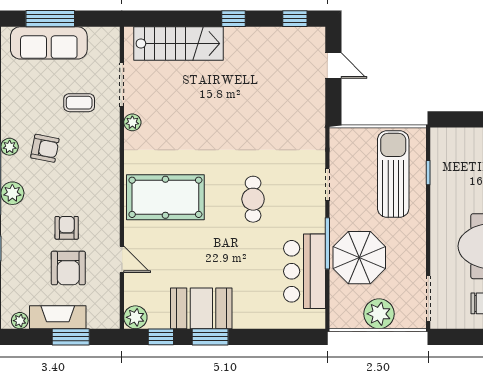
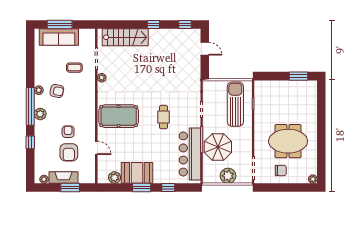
bar counter: (304, 271) -> (190, 154), width x1.36
plant: (135, 317) -> (115, 178), moved
window: (161, 337) -> (168, 188), moved

